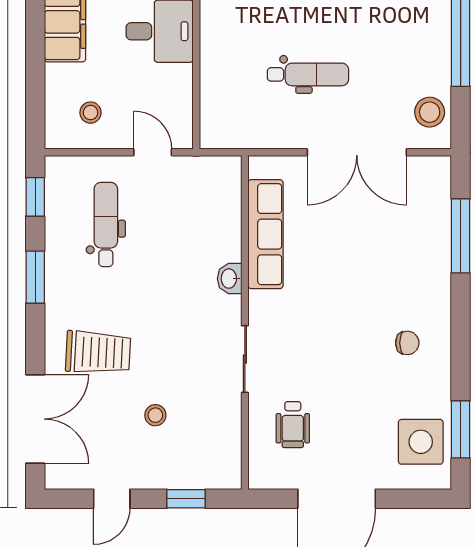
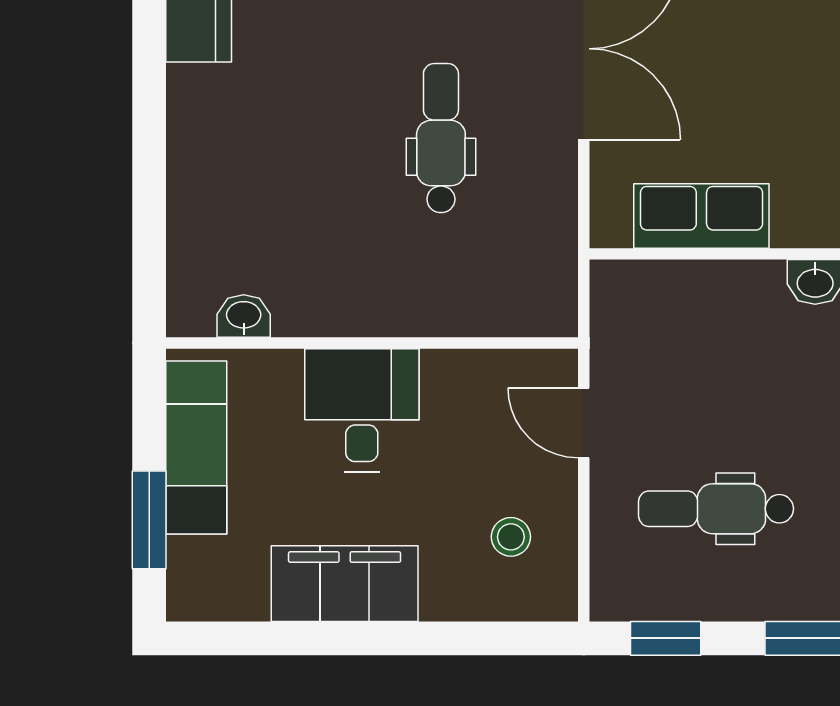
door: (153, 152) -> (584, 423), hinge flipped
row of seats: (266, 234) -> (701, 216), width x0.68

